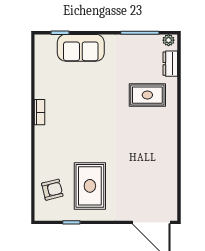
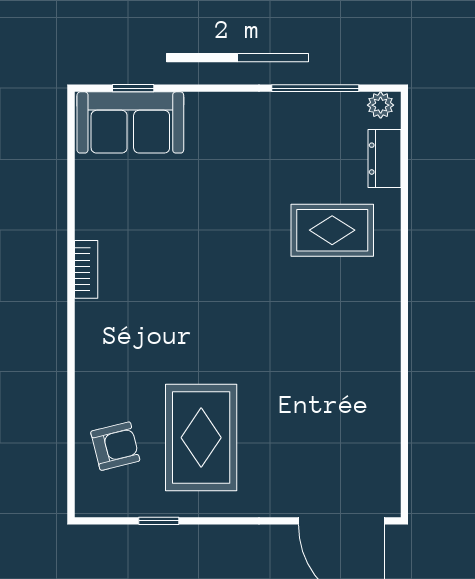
sofa: (81, 48) -> (130, 122), moved

